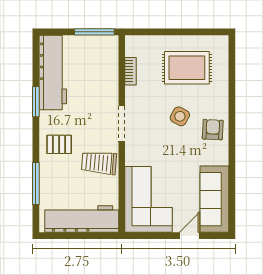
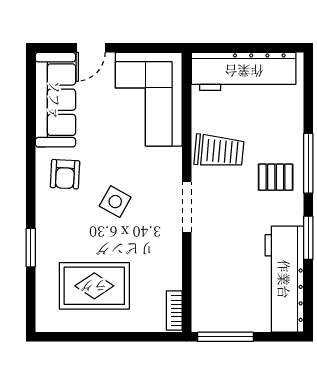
bookcase: (131, 71) -> (174, 311), moved
window: (232, 95) -> (31, 248), added
side table: (180, 116) -> (115, 202), moved
armchair: (213, 130) -> (65, 174), moved
window: (36, 183) -> (308, 163), moved

